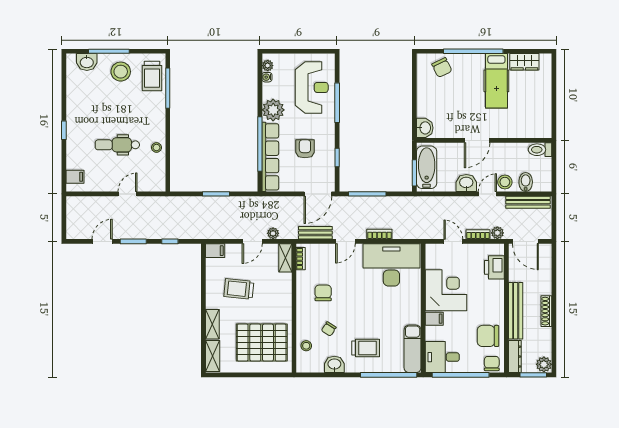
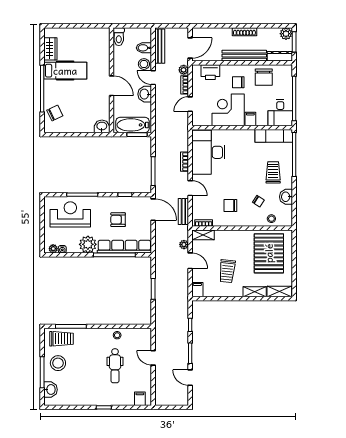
chair: (492, 364) -> (238, 82), moved

